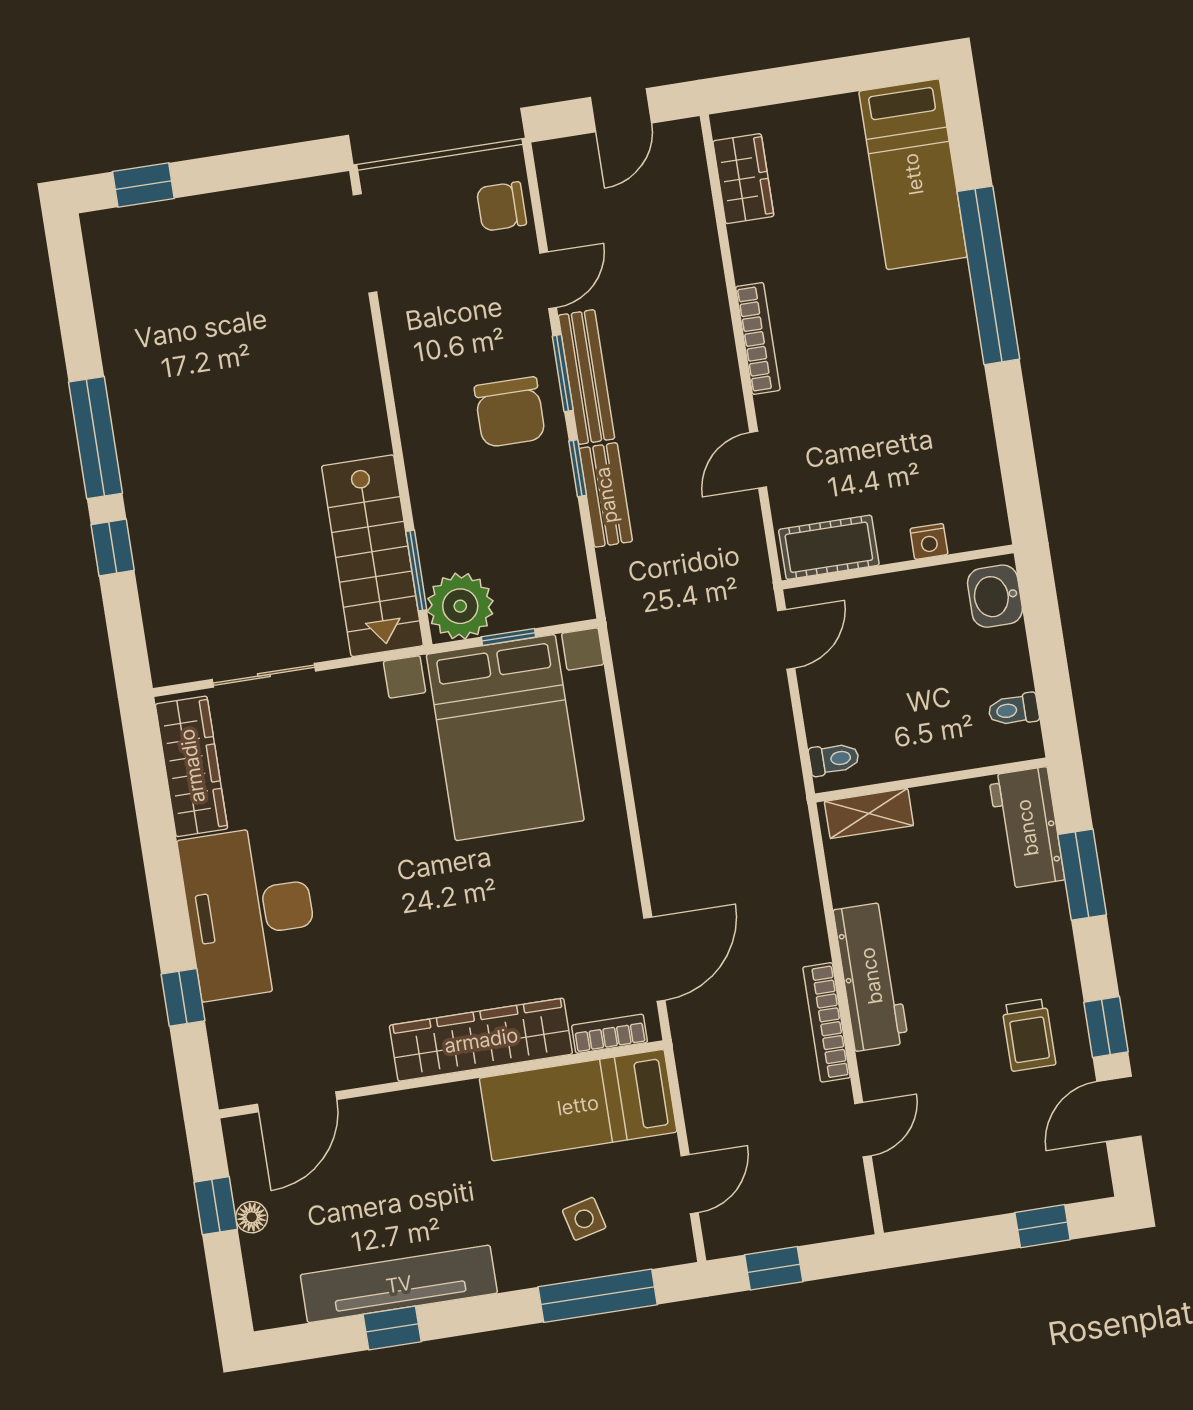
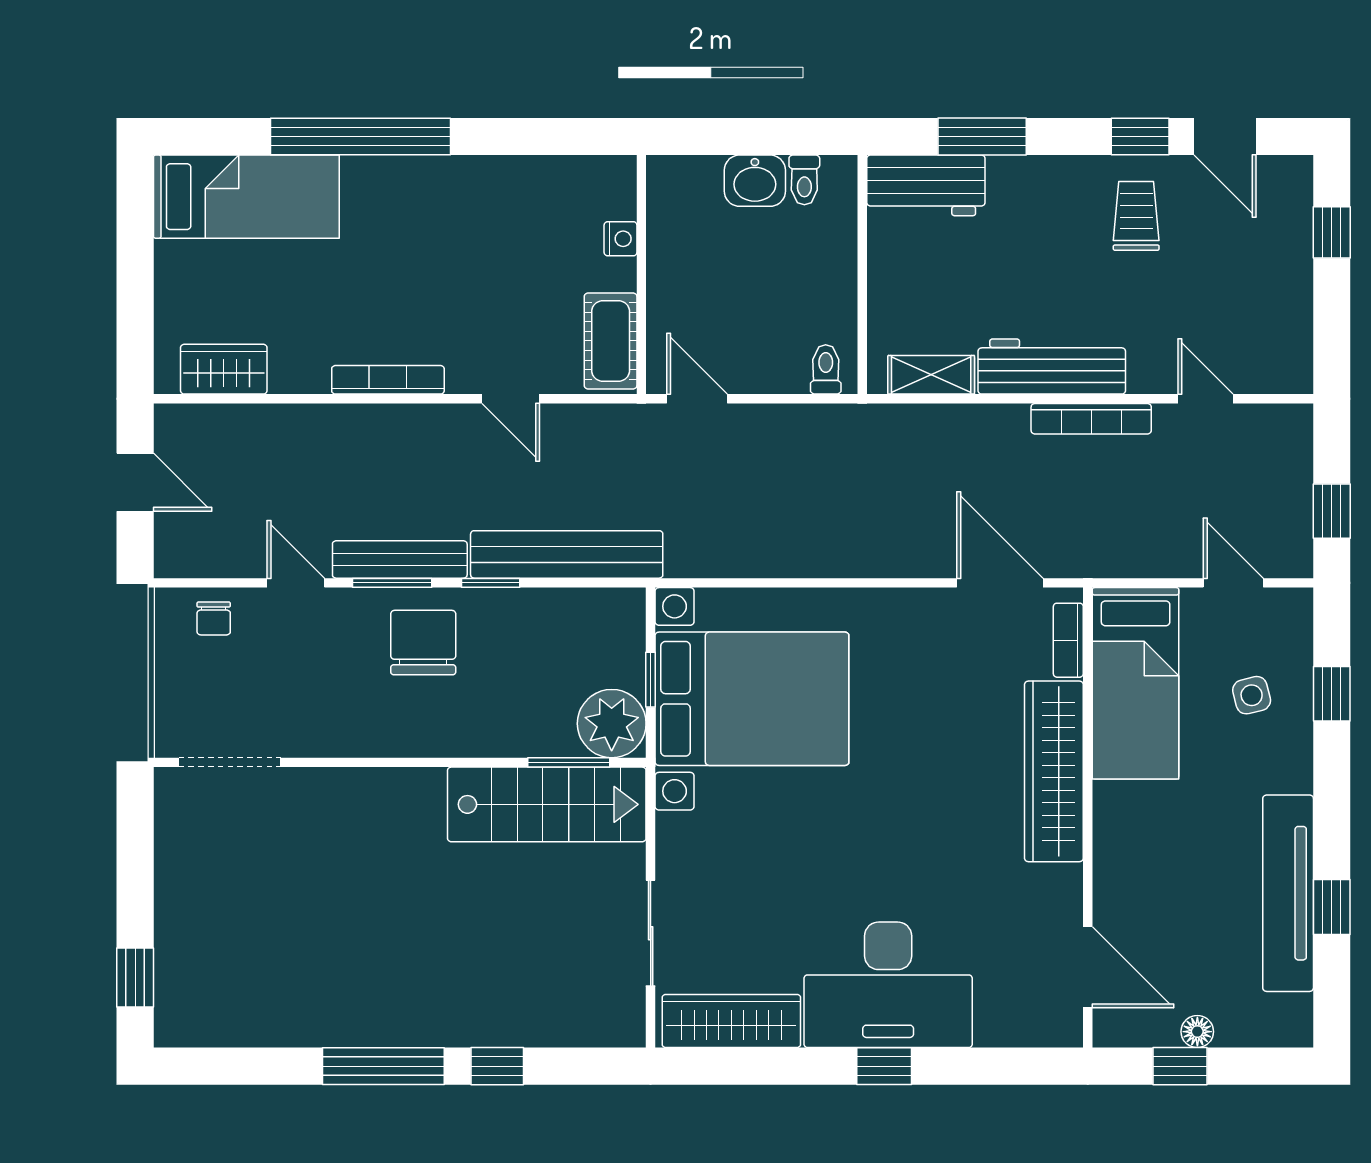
chair: (501, 206) -> (214, 618), width x0.73, depth x0.73
chair: (510, 412) -> (423, 643), turned -90
bench: (606, 495) -> (567, 554), width x1.86, depth x1.21
washbasin: (995, 596) -> (755, 181), moved
shelving: (869, 813) -> (931, 375), moved, turned 90
window: (183, 997) -> (884, 1066), moved
trolley: (1029, 1035) -> (1136, 216), turned -90
window: (598, 1296) -> (1332, 694), width x0.46

